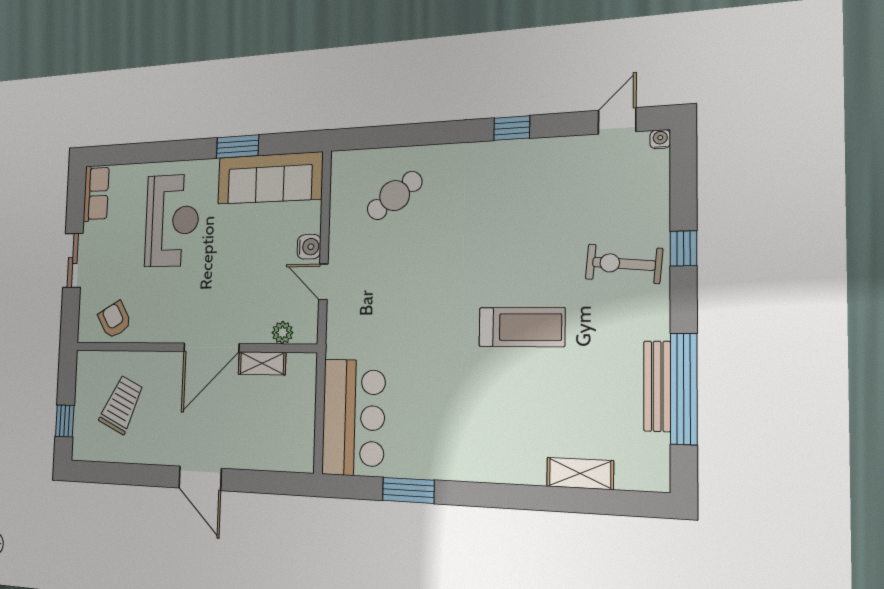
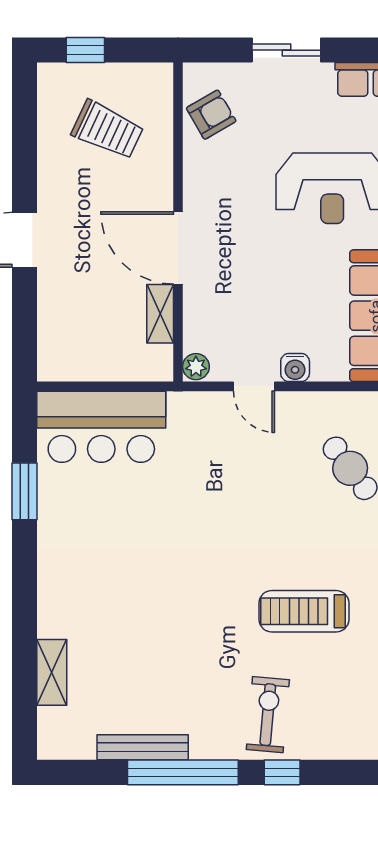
door: (323, 282) -> (254, 386), swing flipped
treadmill: (522, 327) -> (304, 611), moved, turned 90
plant: (282, 333) -> (196, 367), moved
window: (684, 389) -> (183, 772), moved

